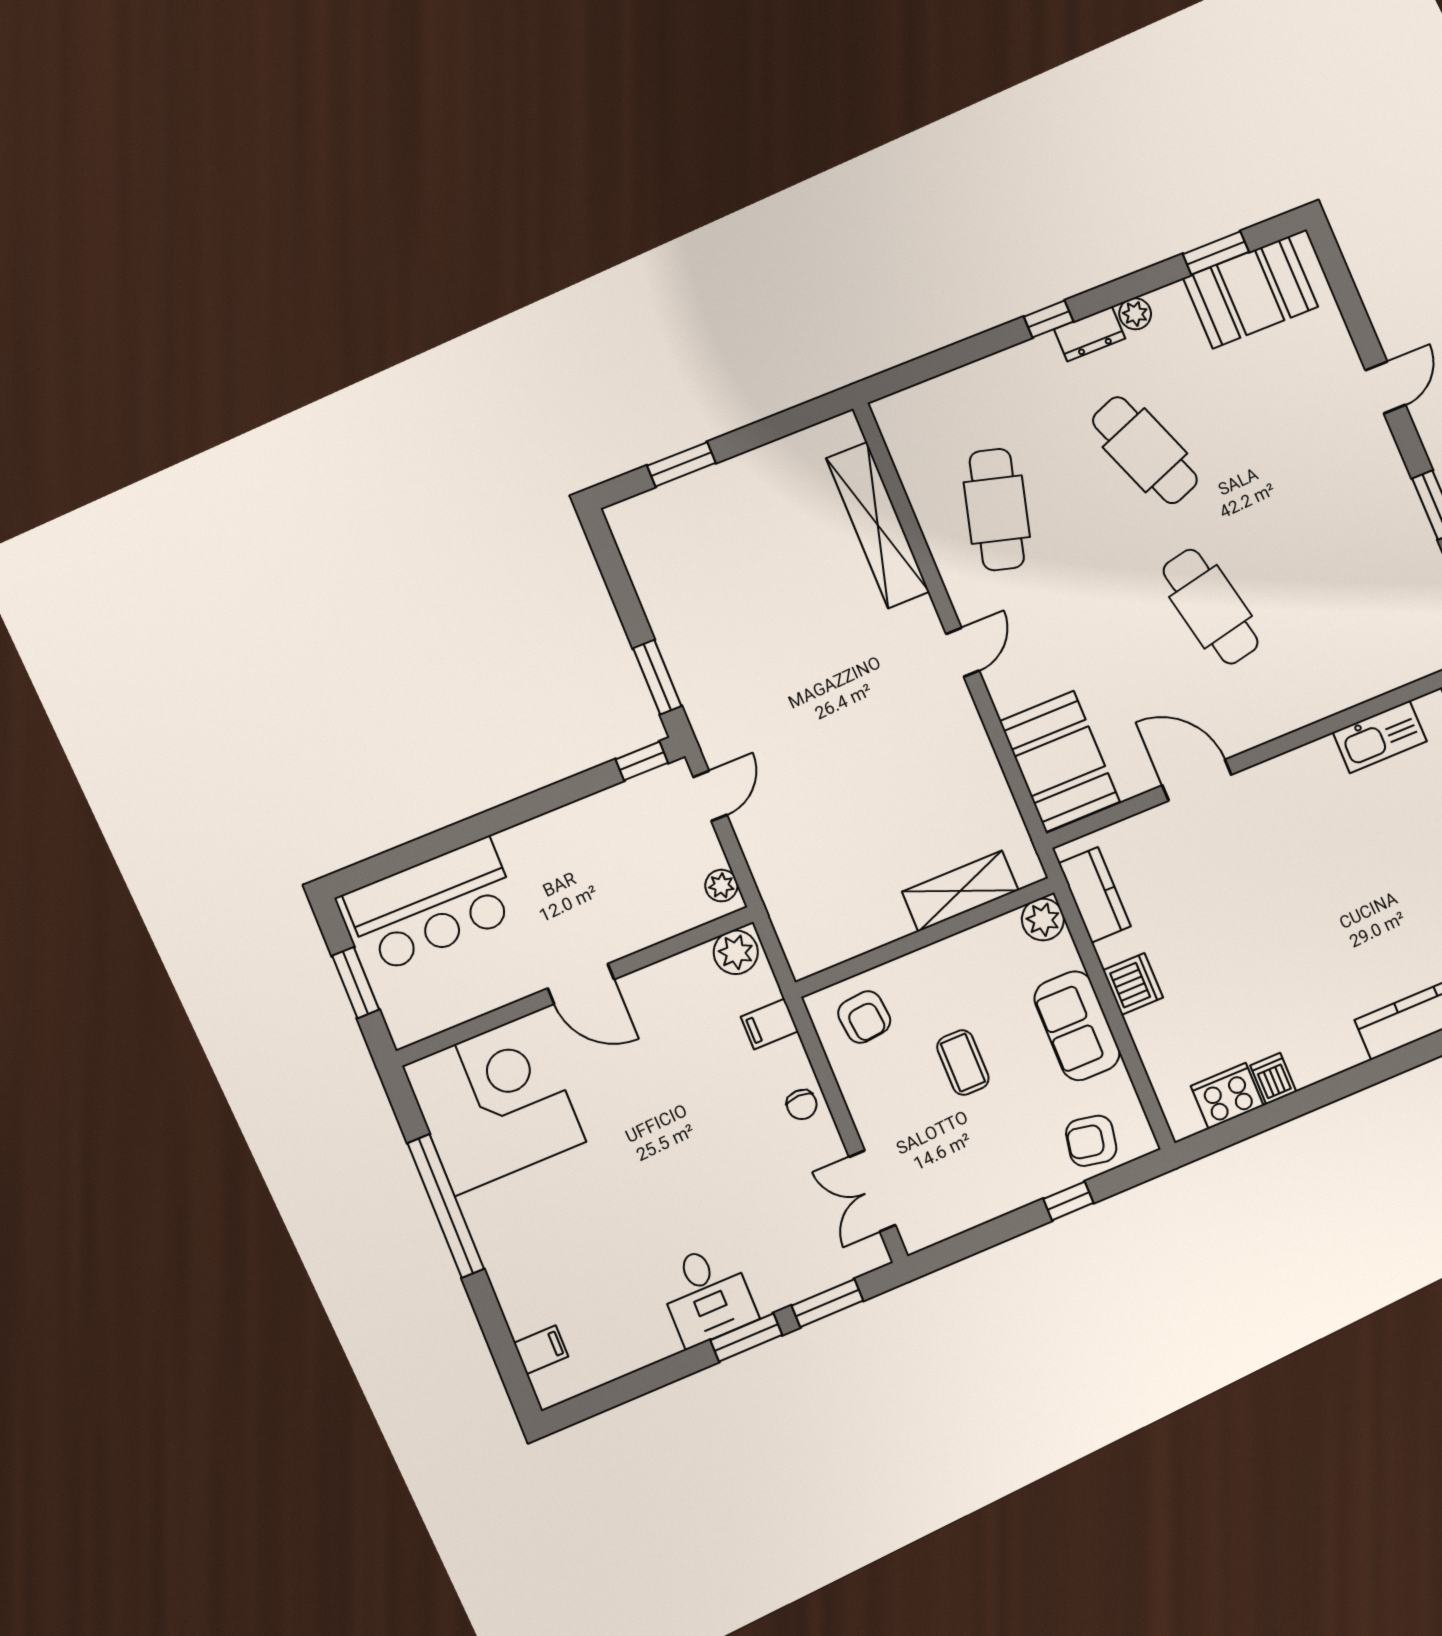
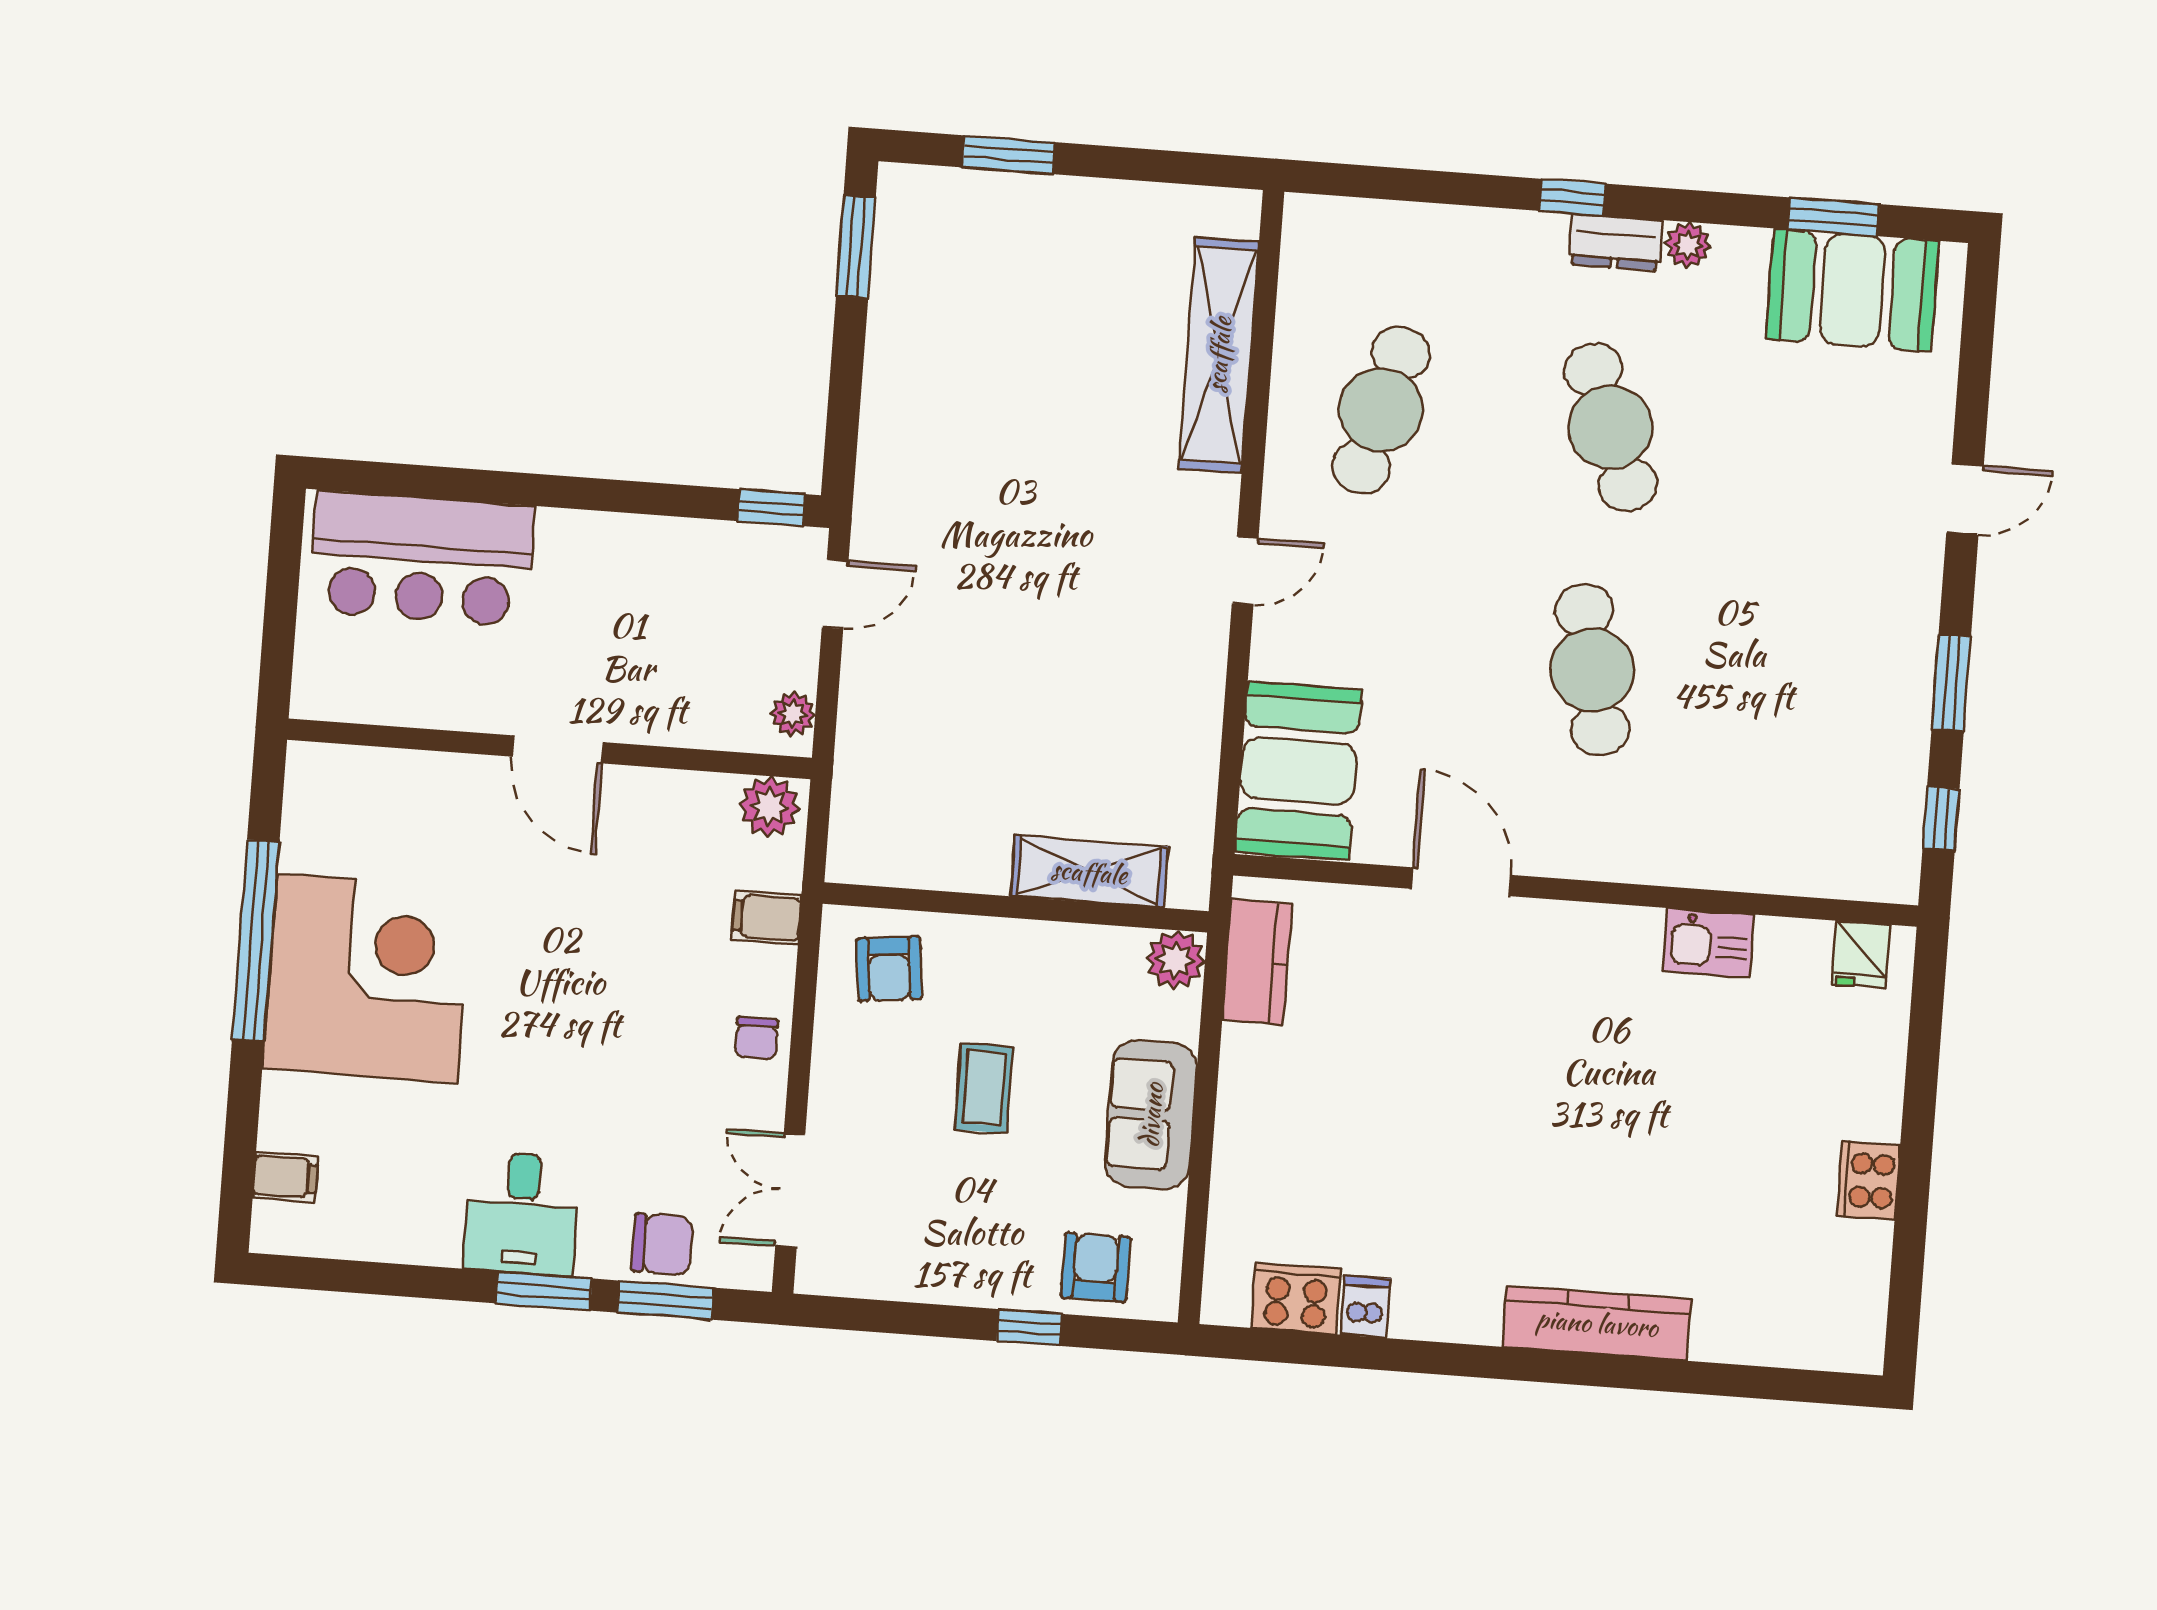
window: (657, 677) -> (856, 247), moved
kitchen sink: (1380, 737) -> (1708, 943), width x0.73
window: (356, 983) -> (281, 608), removed
dishwasher: (1133, 984) -> (1248, 1098), removed
corner desk: (494, 1104) -> (367, 978), moved
armchair: (1091, 1141) -> (1096, 1267), turned 79
chair: (807, 1268) -> (662, 1244), added

